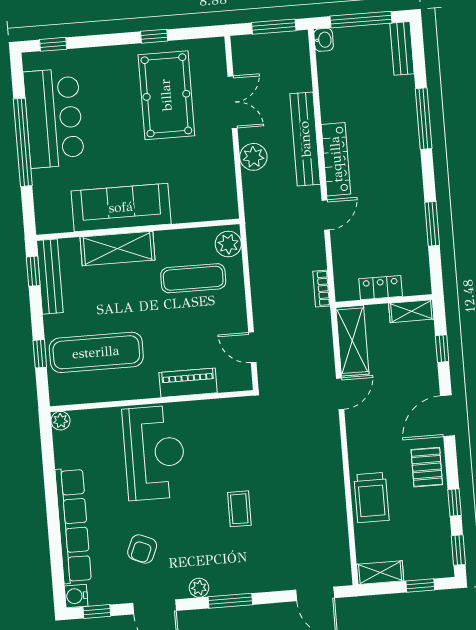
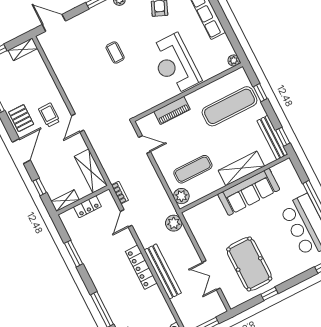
plant: (253, 157) -> (174, 223), moved
door: (326, 215) -> (126, 218), moved
door: (340, 394) -> (78, 123), moved
trolley: (372, 498) -> (49, 115), moved, width x0.73, depth x0.72

